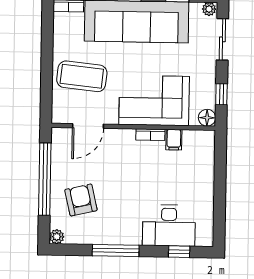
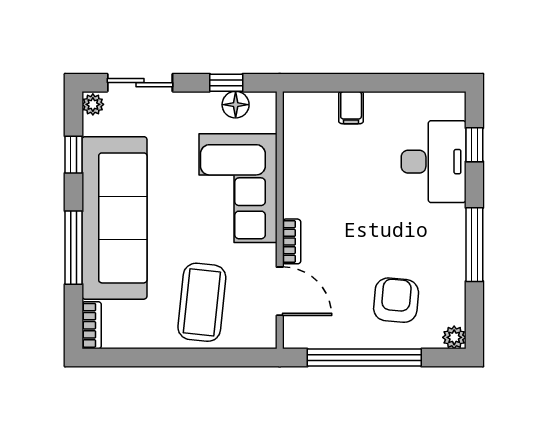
floor lamp: (207, 118) -> (236, 105), moved
bookcase: (150, 135) -> (292, 241), moved
filing cabinet: (174, 140) -> (351, 108), moved, turned 90
armchair: (81, 200) -> (396, 300), turned 108

